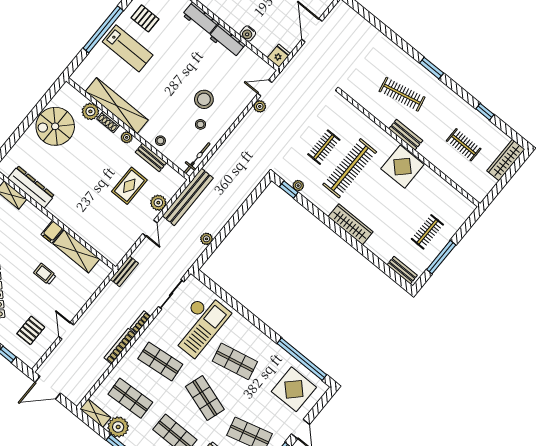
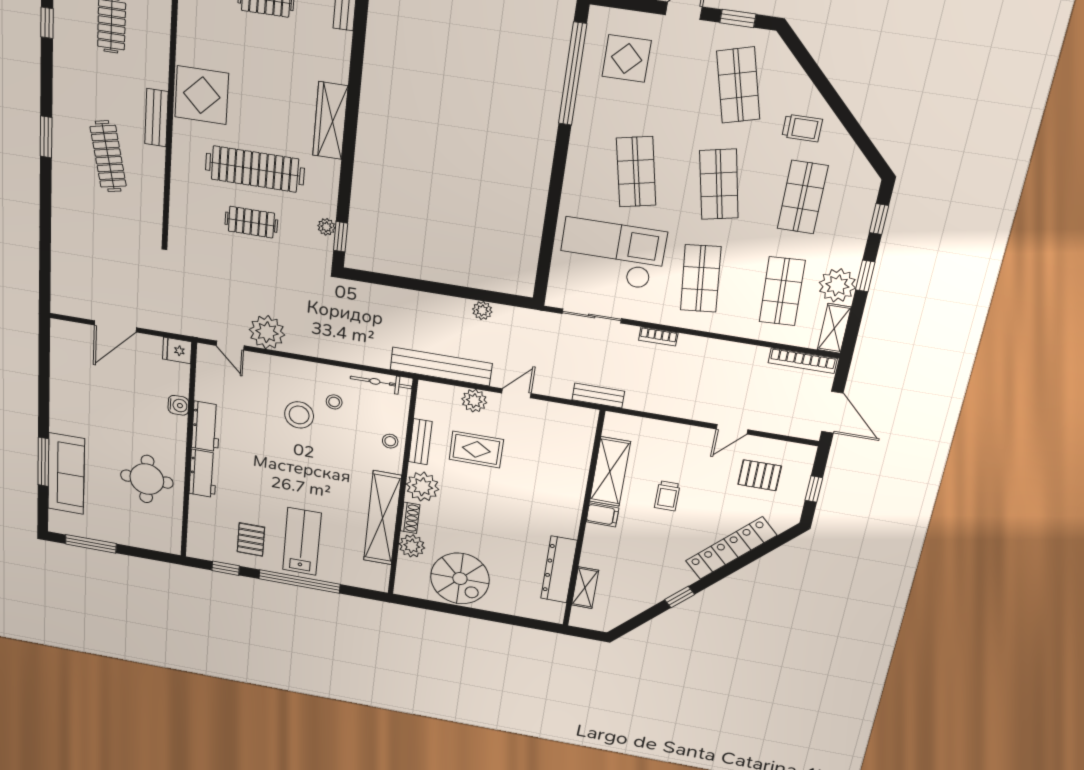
plant: (260, 106) -> (267, 332), width x1.88, depth x1.88
plant: (127, 137) -> (422, 487), width x1.88, depth x1.88
bookcase: (120, 346) -> (803, 361), moved
display table: (294, 389) -> (627, 58), width x0.73, depth x0.73
shop shelf: (205, 398) -> (719, 184), turned -30

